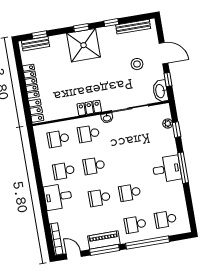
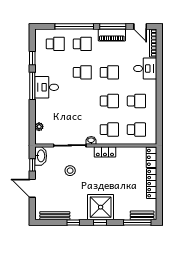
window: (40, 35) -> (137, 223), width x2.17
stool: (137, 64) -> (70, 171), moved
window: (177, 130) -> (32, 58), moved
desk: (58, 197) -> (145, 69), moved

